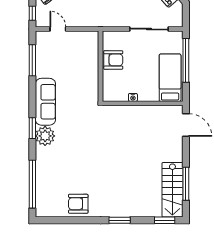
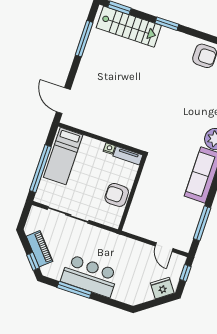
tv unit: (115, 97) -> (128, 156), added
stairs: (172, 190) -> (129, 27), moved, turned 90

